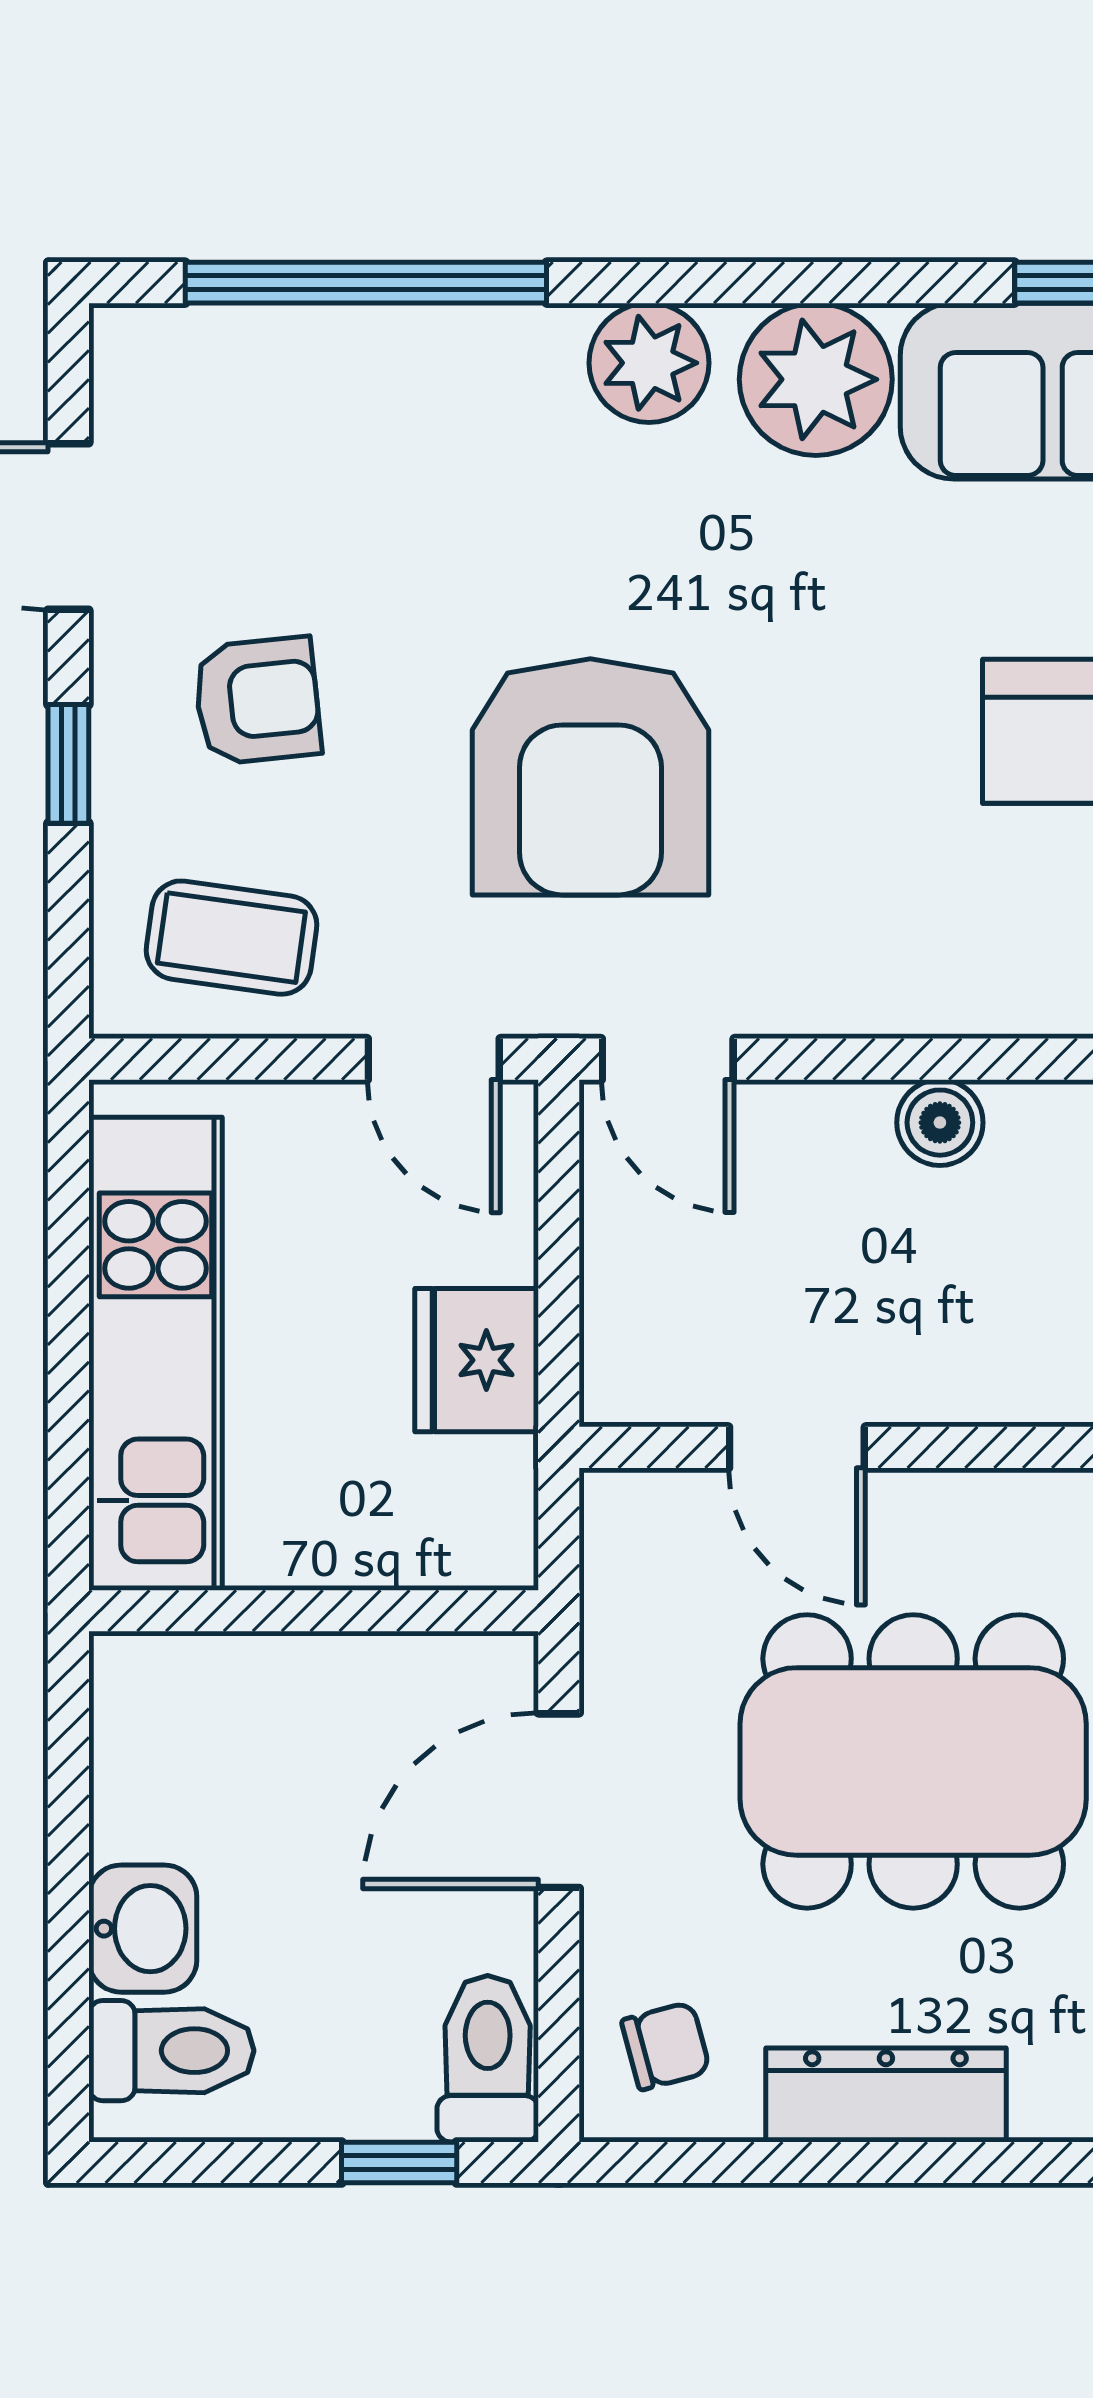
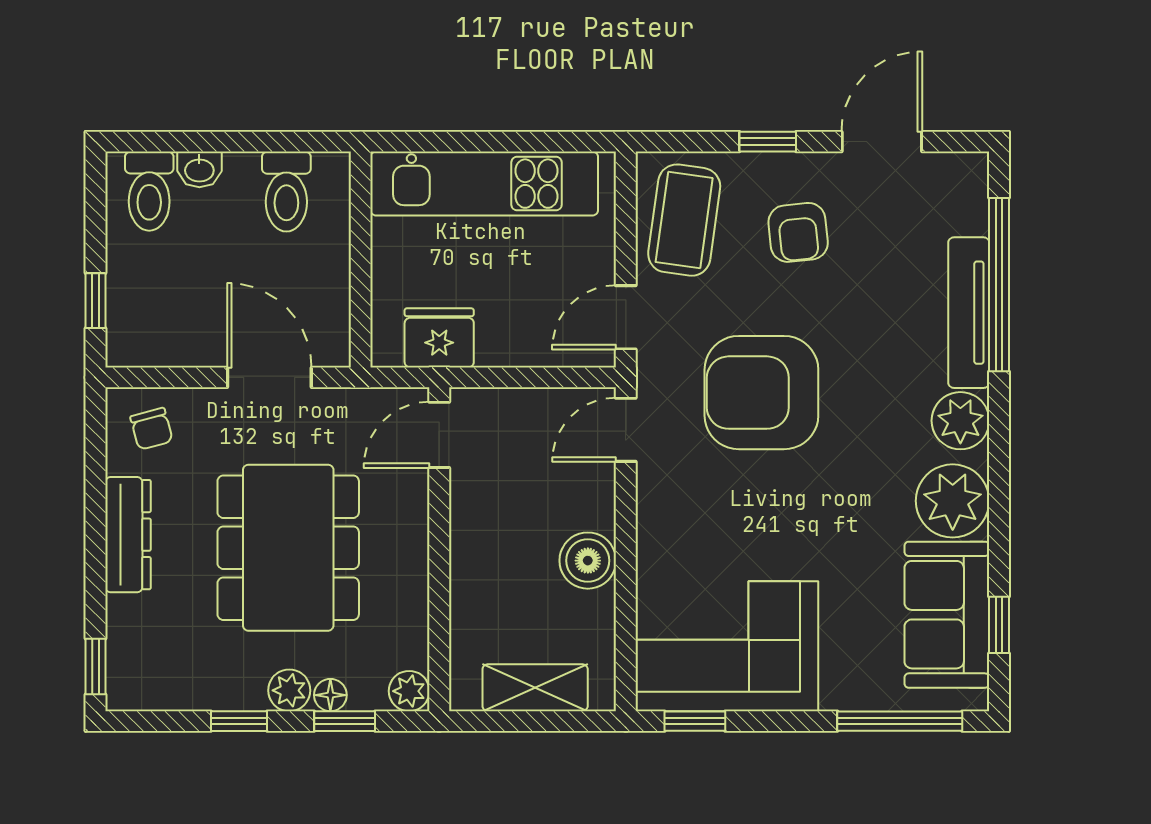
tv unit: (424, 346) -> (969, 313), added
coffee table: (231, 938) -> (684, 220), width x1.36, depth x1.30
boiler: (940, 1123) -> (588, 561), width x1.36, depth x1.36
fridge: (477, 1360) -> (439, 338), moved
door: (797, 1447) -> (439, 435), moved
washbasin: (143, 1929) -> (199, 169), width x0.72, depth x0.69
toilet: (488, 2059) -> (286, 192), moved, turned 90

